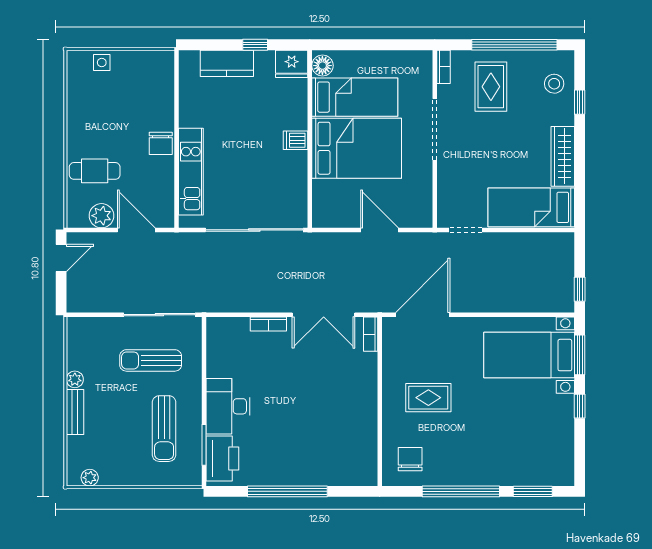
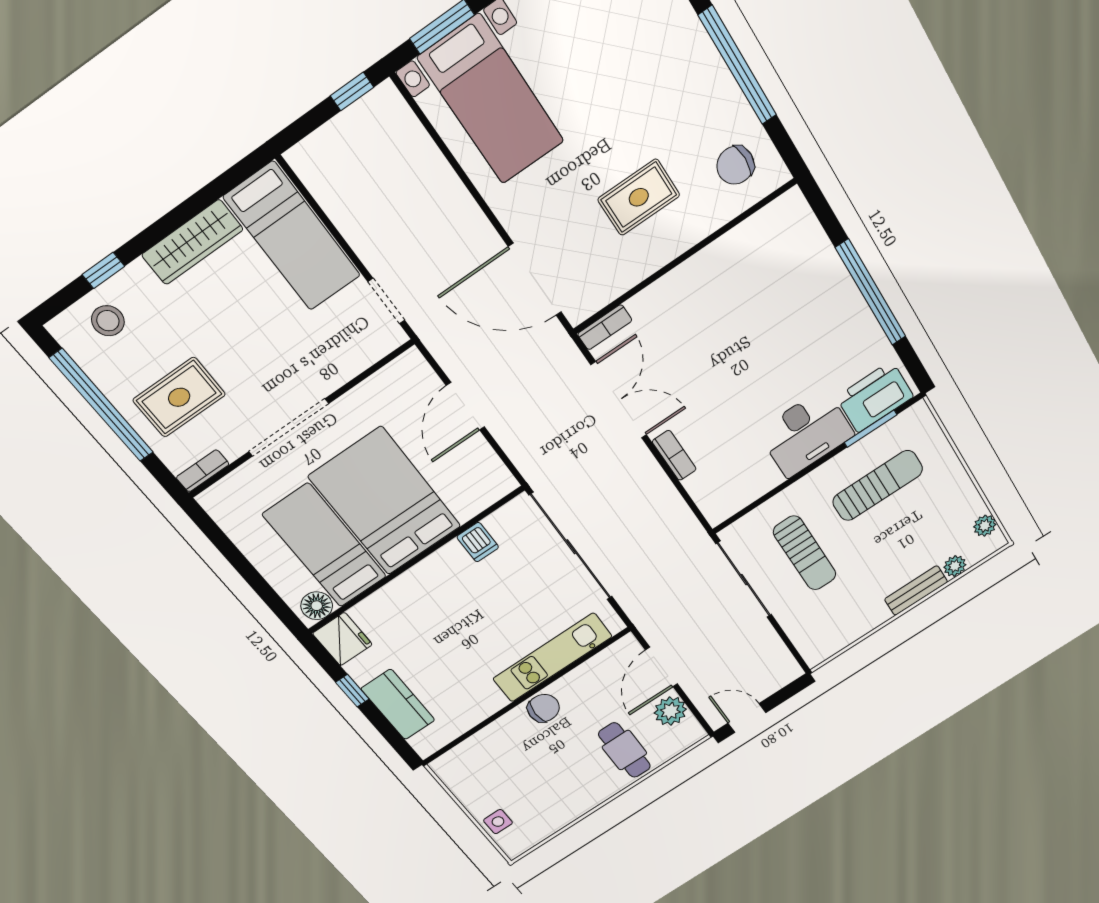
dishwasher: (296, 140) -> (478, 542), moved
plant: (75, 379) -> (955, 566), moved
rug: (428, 398) -> (639, 197), turned 90

